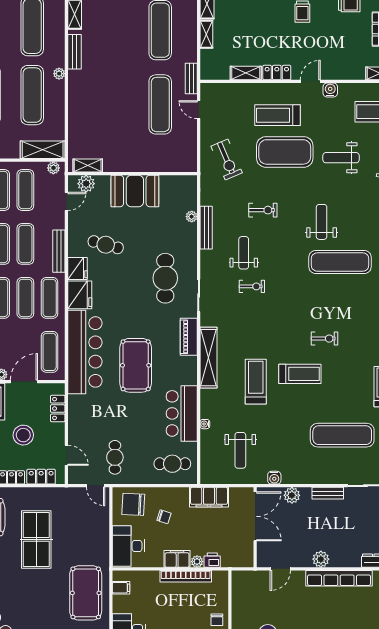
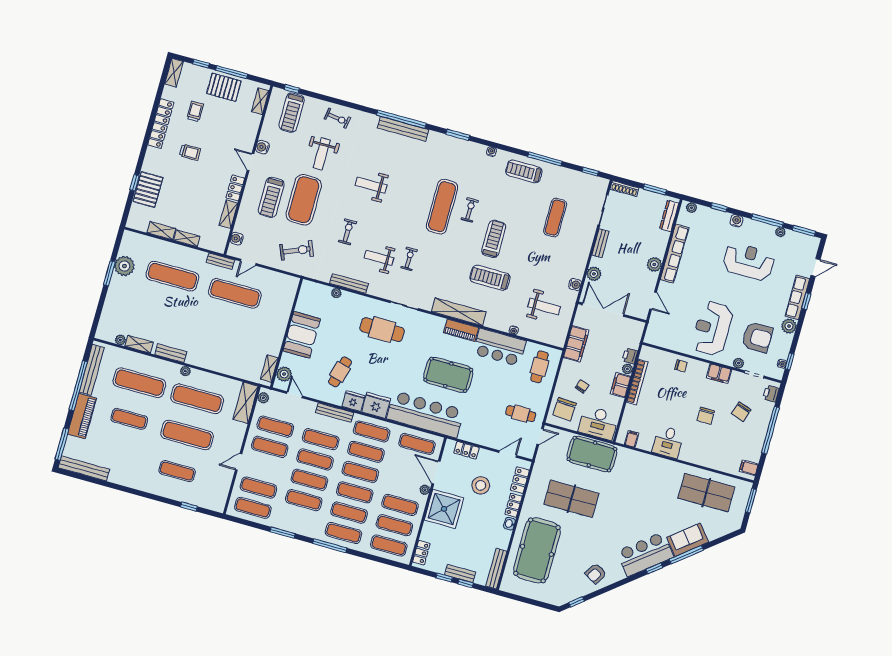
water cooler: (221, 90) -> (237, 239), added
exercise mat: (340, 262) -> (442, 207), moved
piano: (189, 337) -> (461, 330), moved
exercise mat: (342, 435) -> (555, 218), width x0.73, depth x0.69
pool table: (86, 593) -> (592, 454), moved

